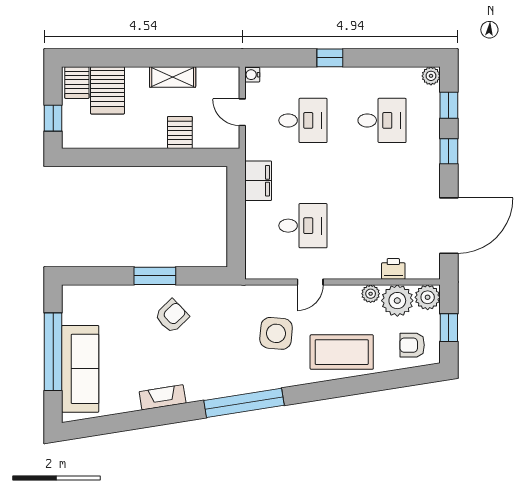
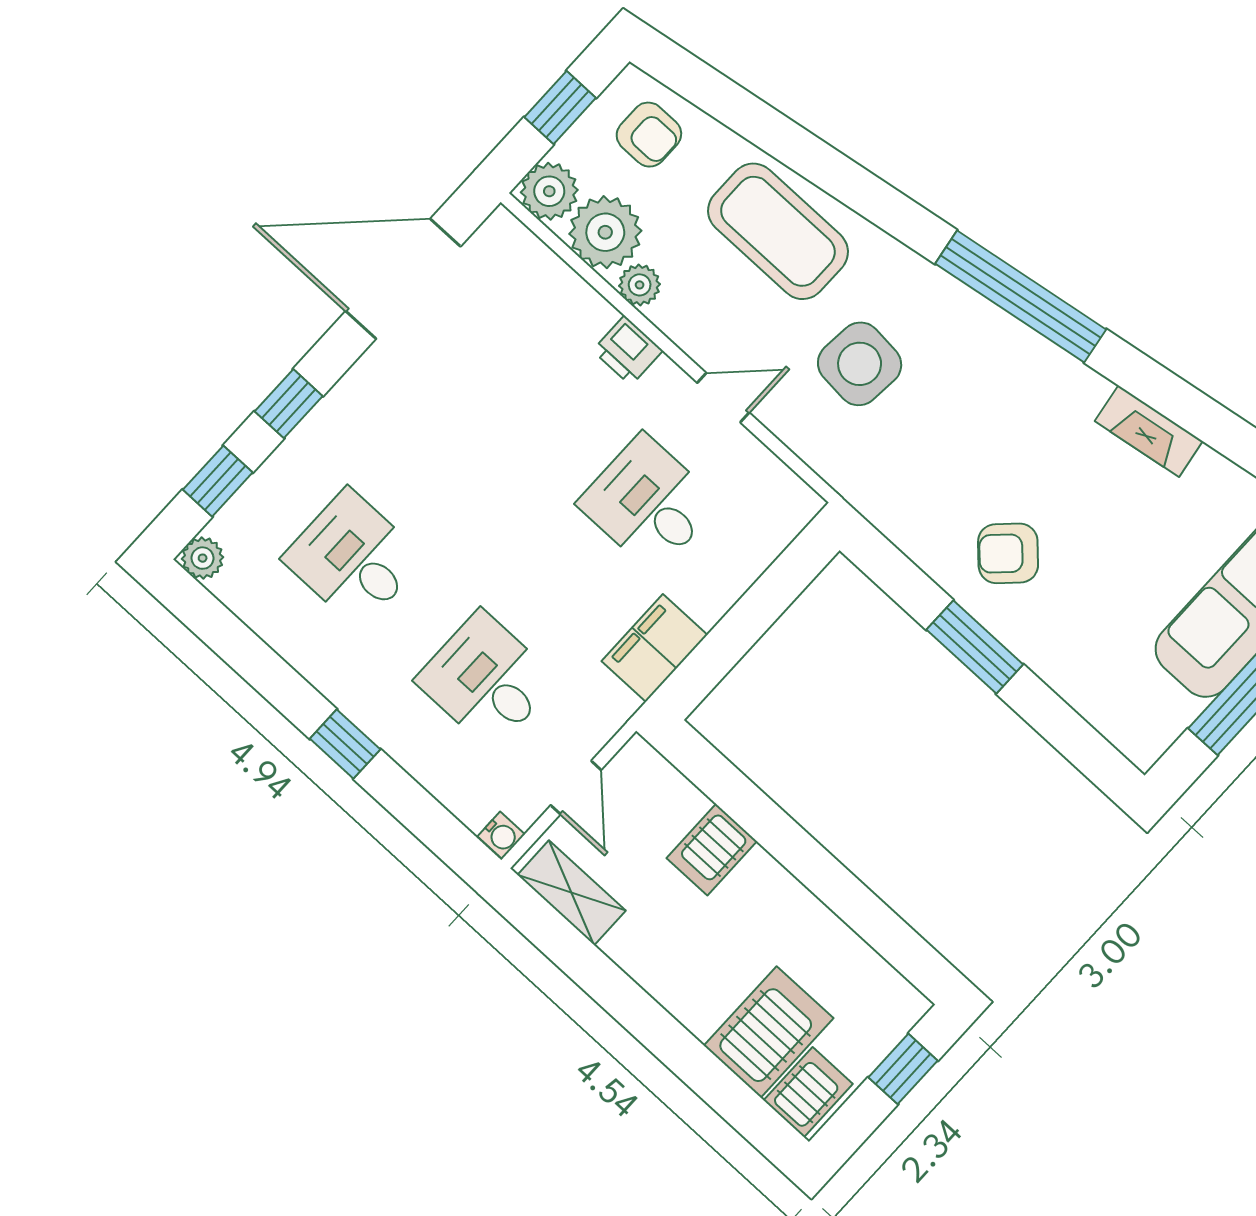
shelving: (173, 77) -> (572, 893), moved
printer: (393, 269) -> (628, 351), moved

